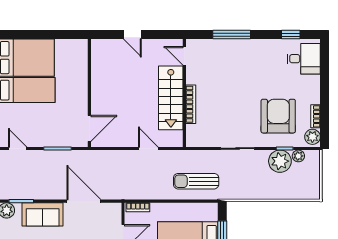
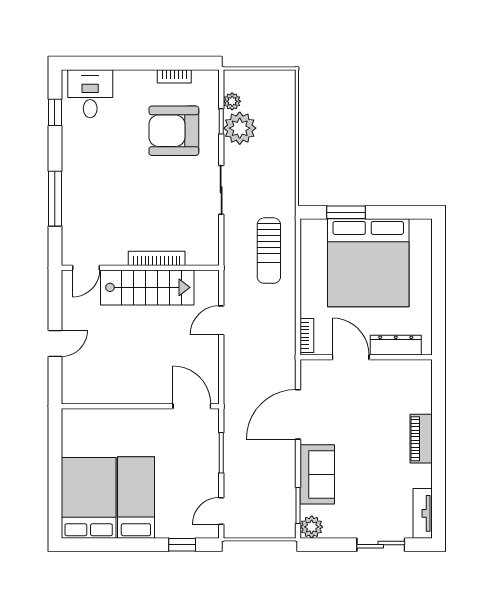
plant: (312, 137) -> (204, 81), removed

